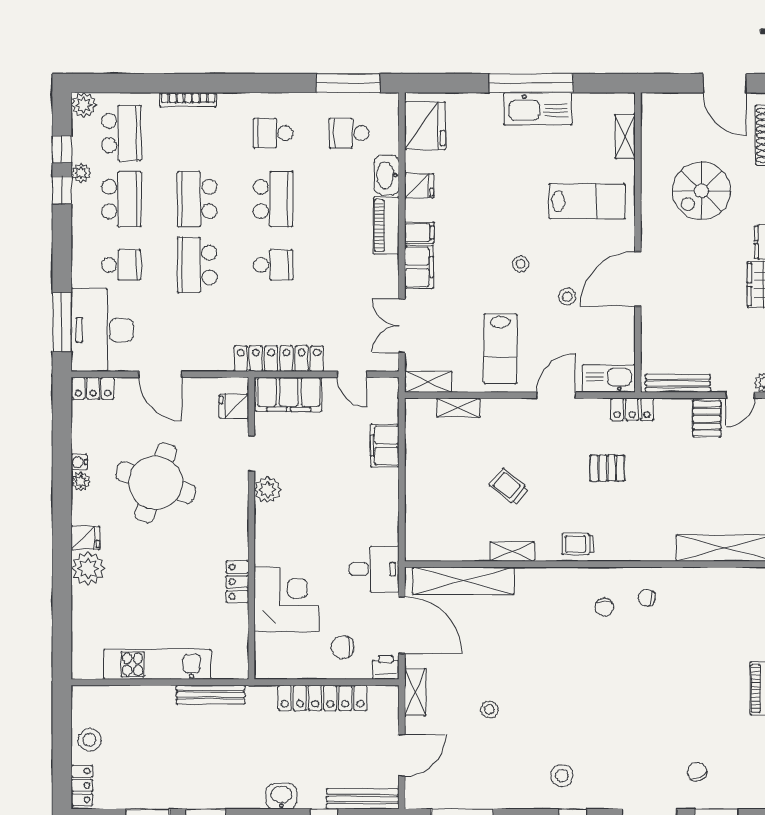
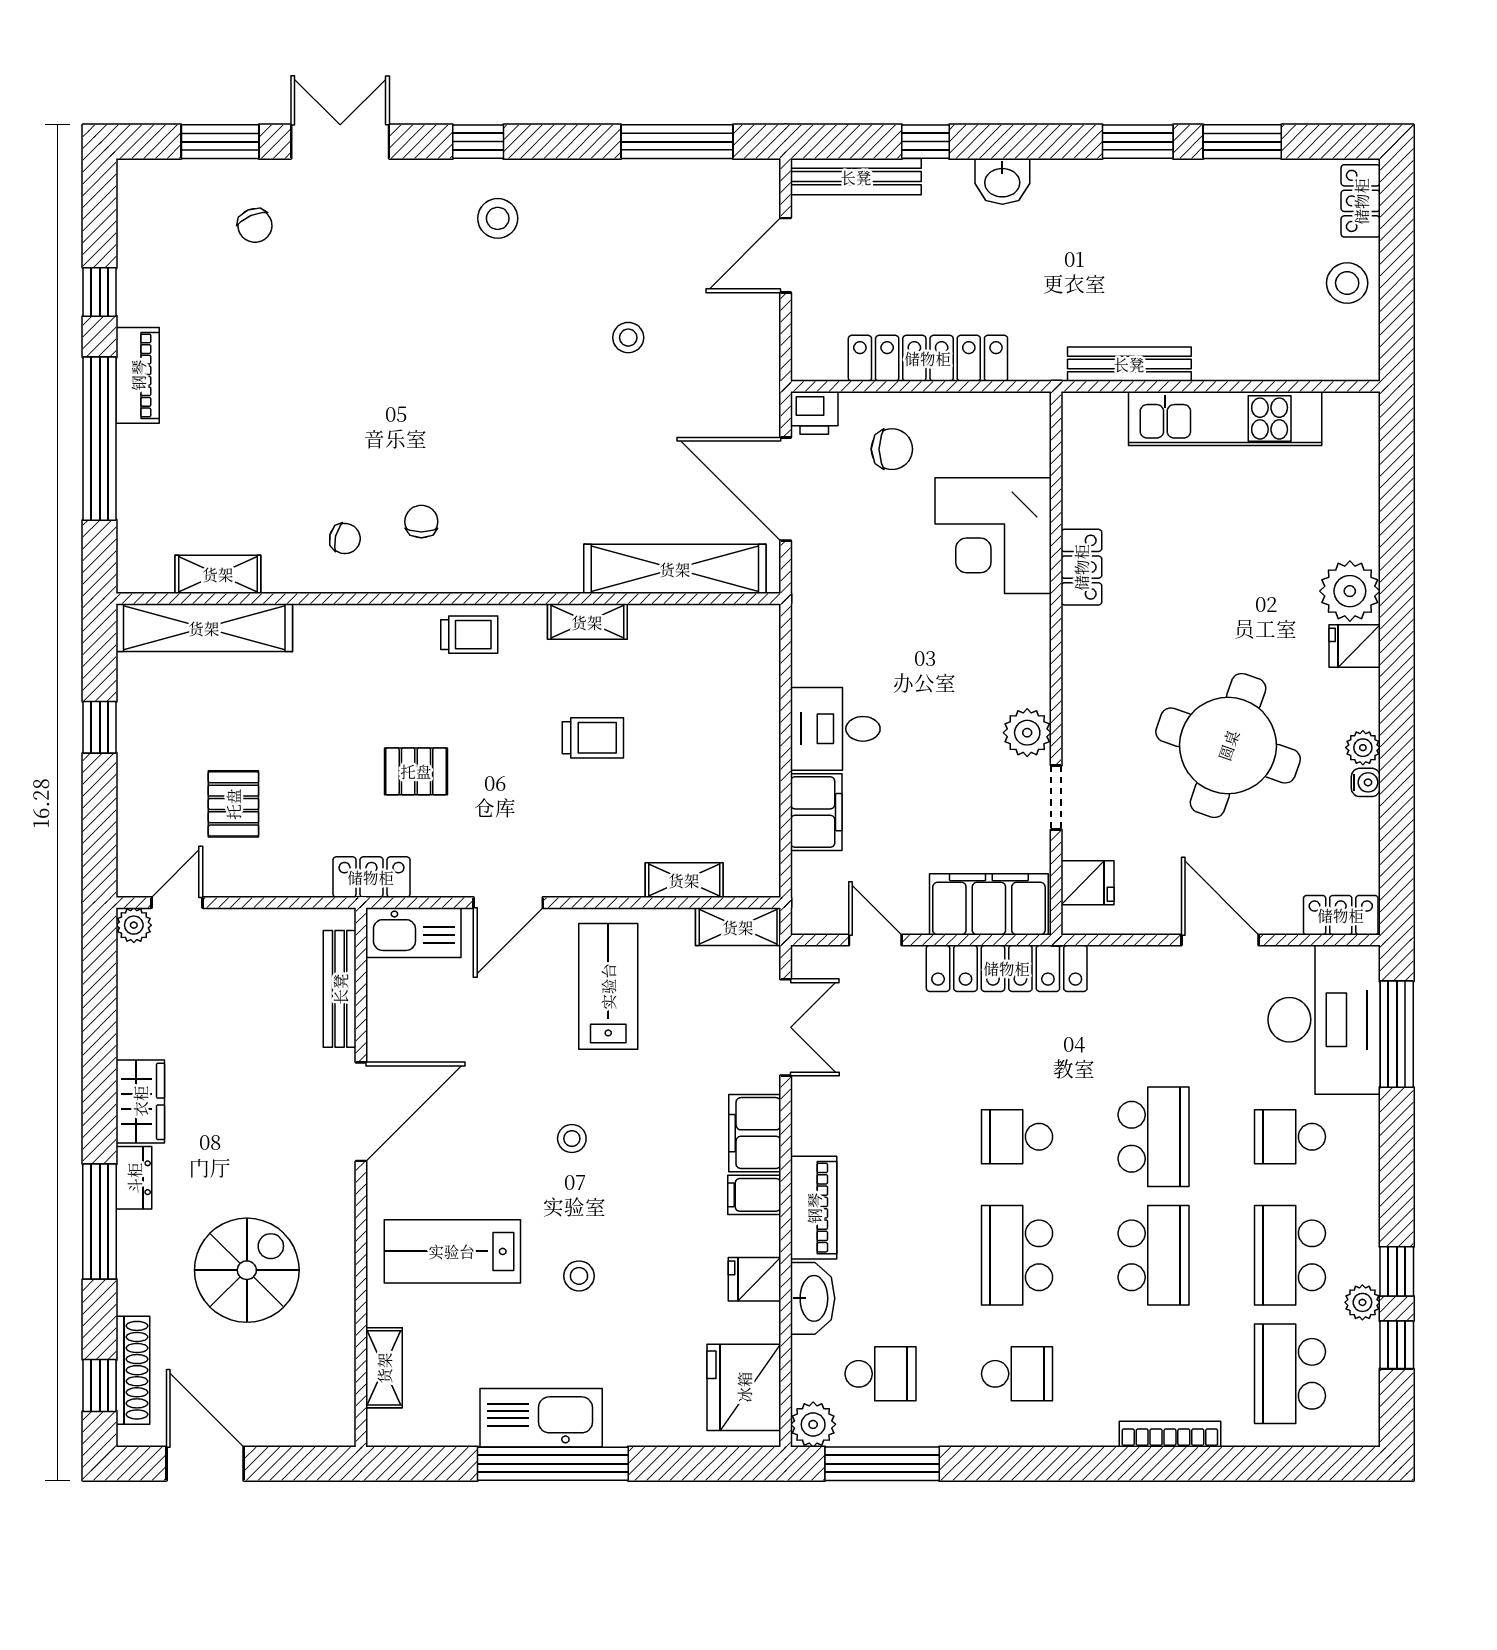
plant: (84, 105) -> (813, 1424), moved
stool: (567, 297) -> (579, 1276), moved
bench: (678, 383) -> (340, 989), moved, turned 90
pallet: (707, 419) -> (233, 804), moved
trolley: (509, 487) -> (593, 738), turned -39
desk: (374, 569) -> (835, 729), moved
shelving: (415, 692) -> (218, 574), moved, turned 90

